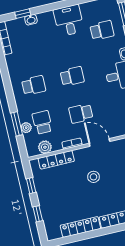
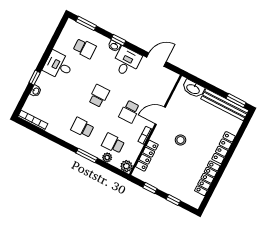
window: (23, 14) -> (35, 78), moved
school desk: (102, 30) -> (85, 48), turned 90
school desk: (34, 85) -> (82, 128), turned -90
window: (17, 124) -> (87, 156), moved
plant: (45, 147) -> (126, 166), moved

